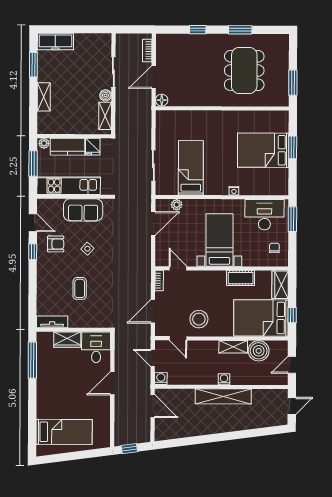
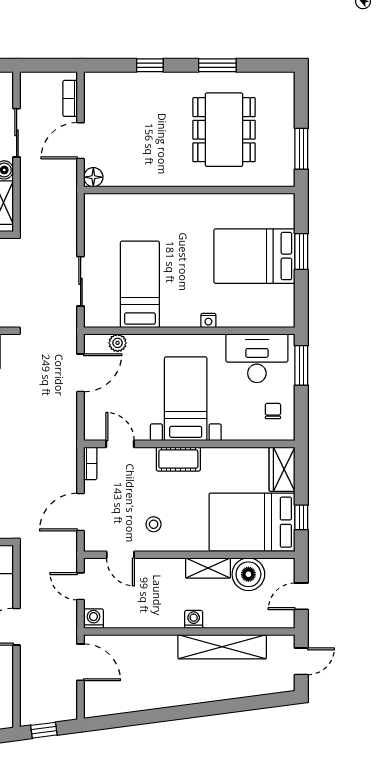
cot: (241, 278) -> (178, 459), moved
stool: (199, 319) -> (154, 524), width x0.53, depth x0.53
shelving: (223, 396) -> (222, 647), moved

